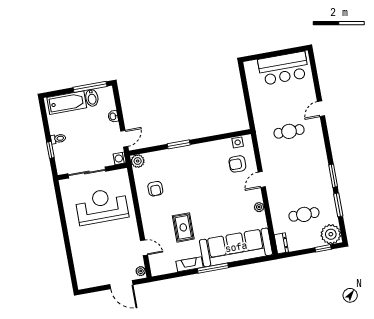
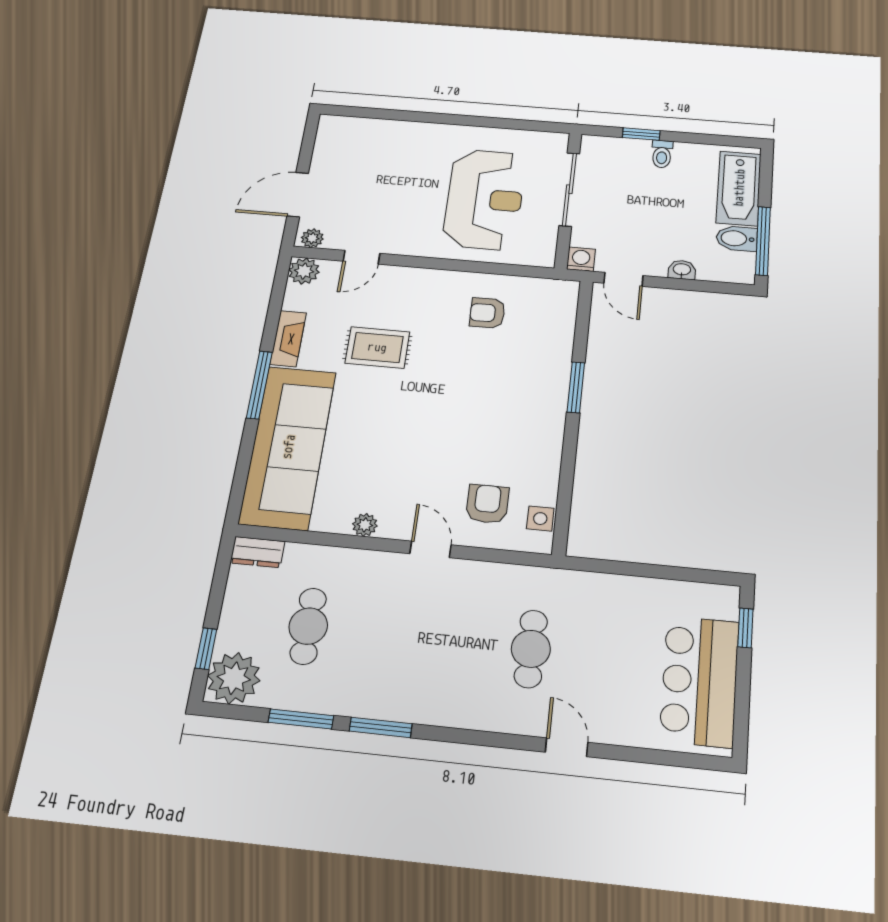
window: (259, 57) -> (745, 628), added
plant: (138, 161) -> (304, 271), moved

